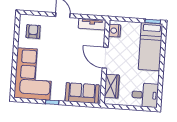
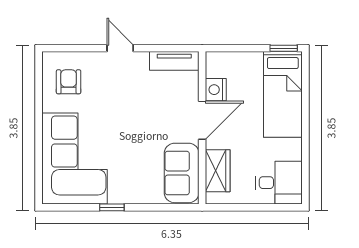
nightstand: (115, 31) -> (216, 90), moved
door: (105, 58) -> (202, 120), swing flipped
sofa: (82, 93) -> (182, 173), moved, turned -90

